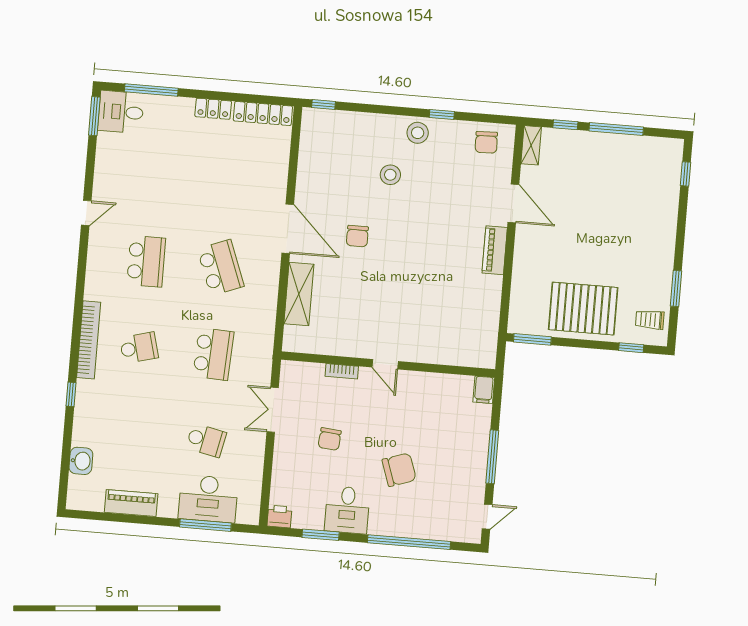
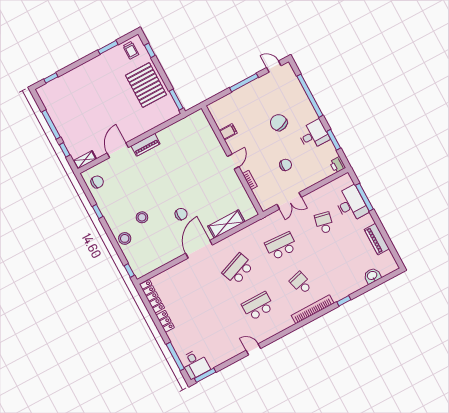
stool: (418, 133) -> (125, 238), moved
filing cabinet: (484, 390) -> (228, 132), moved

